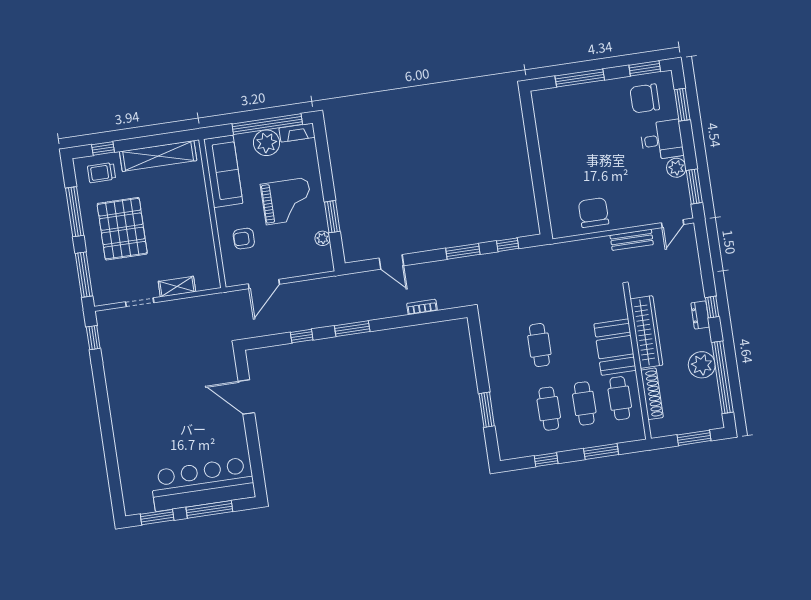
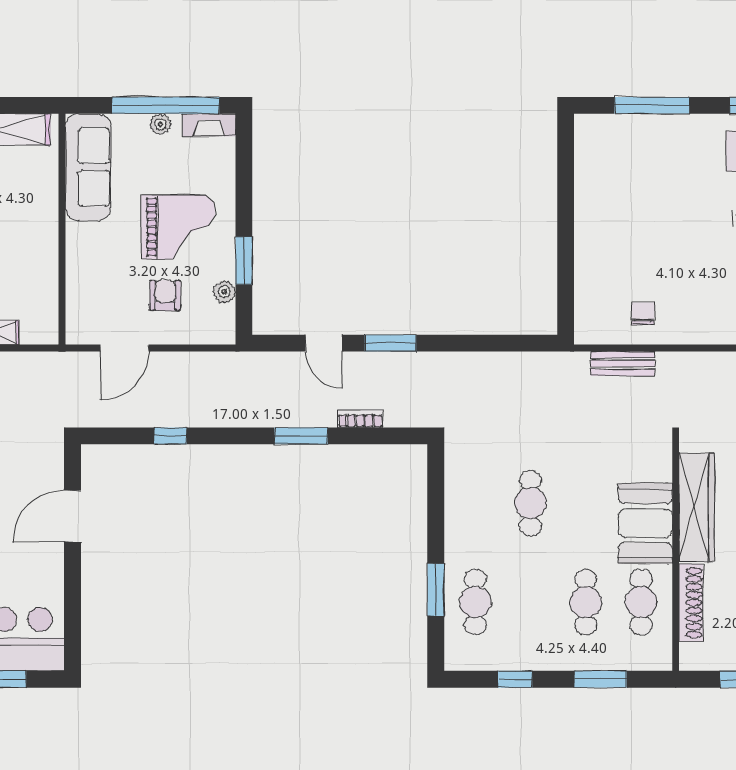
plant: (267, 143) -> (160, 124), width x0.53, depth x0.53
chair: (594, 213) -> (643, 314), width x0.54, depth x0.54
armchair: (244, 239) -> (165, 296), moved, turned 90
bench: (632, 240) -> (623, 364), moved
window: (508, 245) -> (505, 343), removed
window: (463, 251) -> (391, 343), moved
window: (352, 329) -> (301, 436), moved
door: (246, 397) -> (72, 516), hinge flipped
cafe table: (549, 409) -> (475, 602), moved

